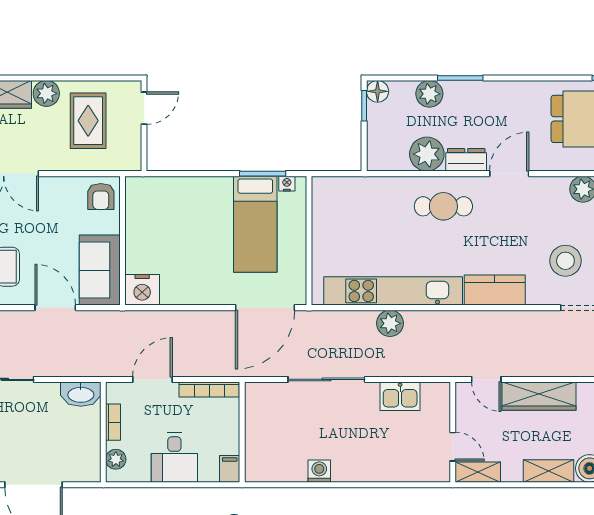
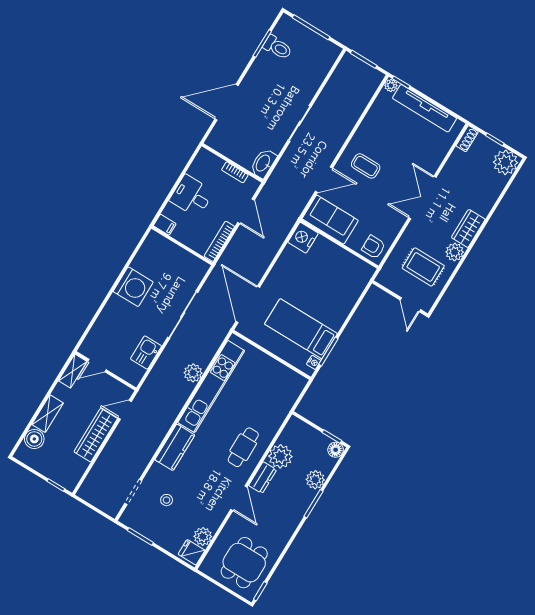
stool: (565, 261) -> (167, 500), width x0.53, depth x0.53
plant: (116, 459) -> (212, 160), removed
washing machine: (319, 471) -> (133, 287), width x1.89, depth x1.89

